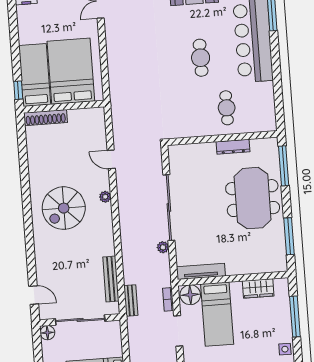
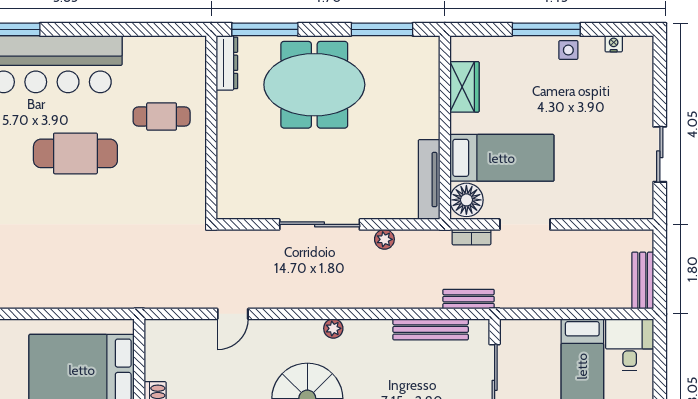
cafe table: (201, 58) -> (75, 153), width x1.37, depth x1.35
dresser: (233, 147) -> (227, 63), moved
plant: (105, 197) -> (333, 328), moved
sliding door: (169, 208) -> (320, 224), width x0.73
window: (295, 316) -> (546, 29), moved

